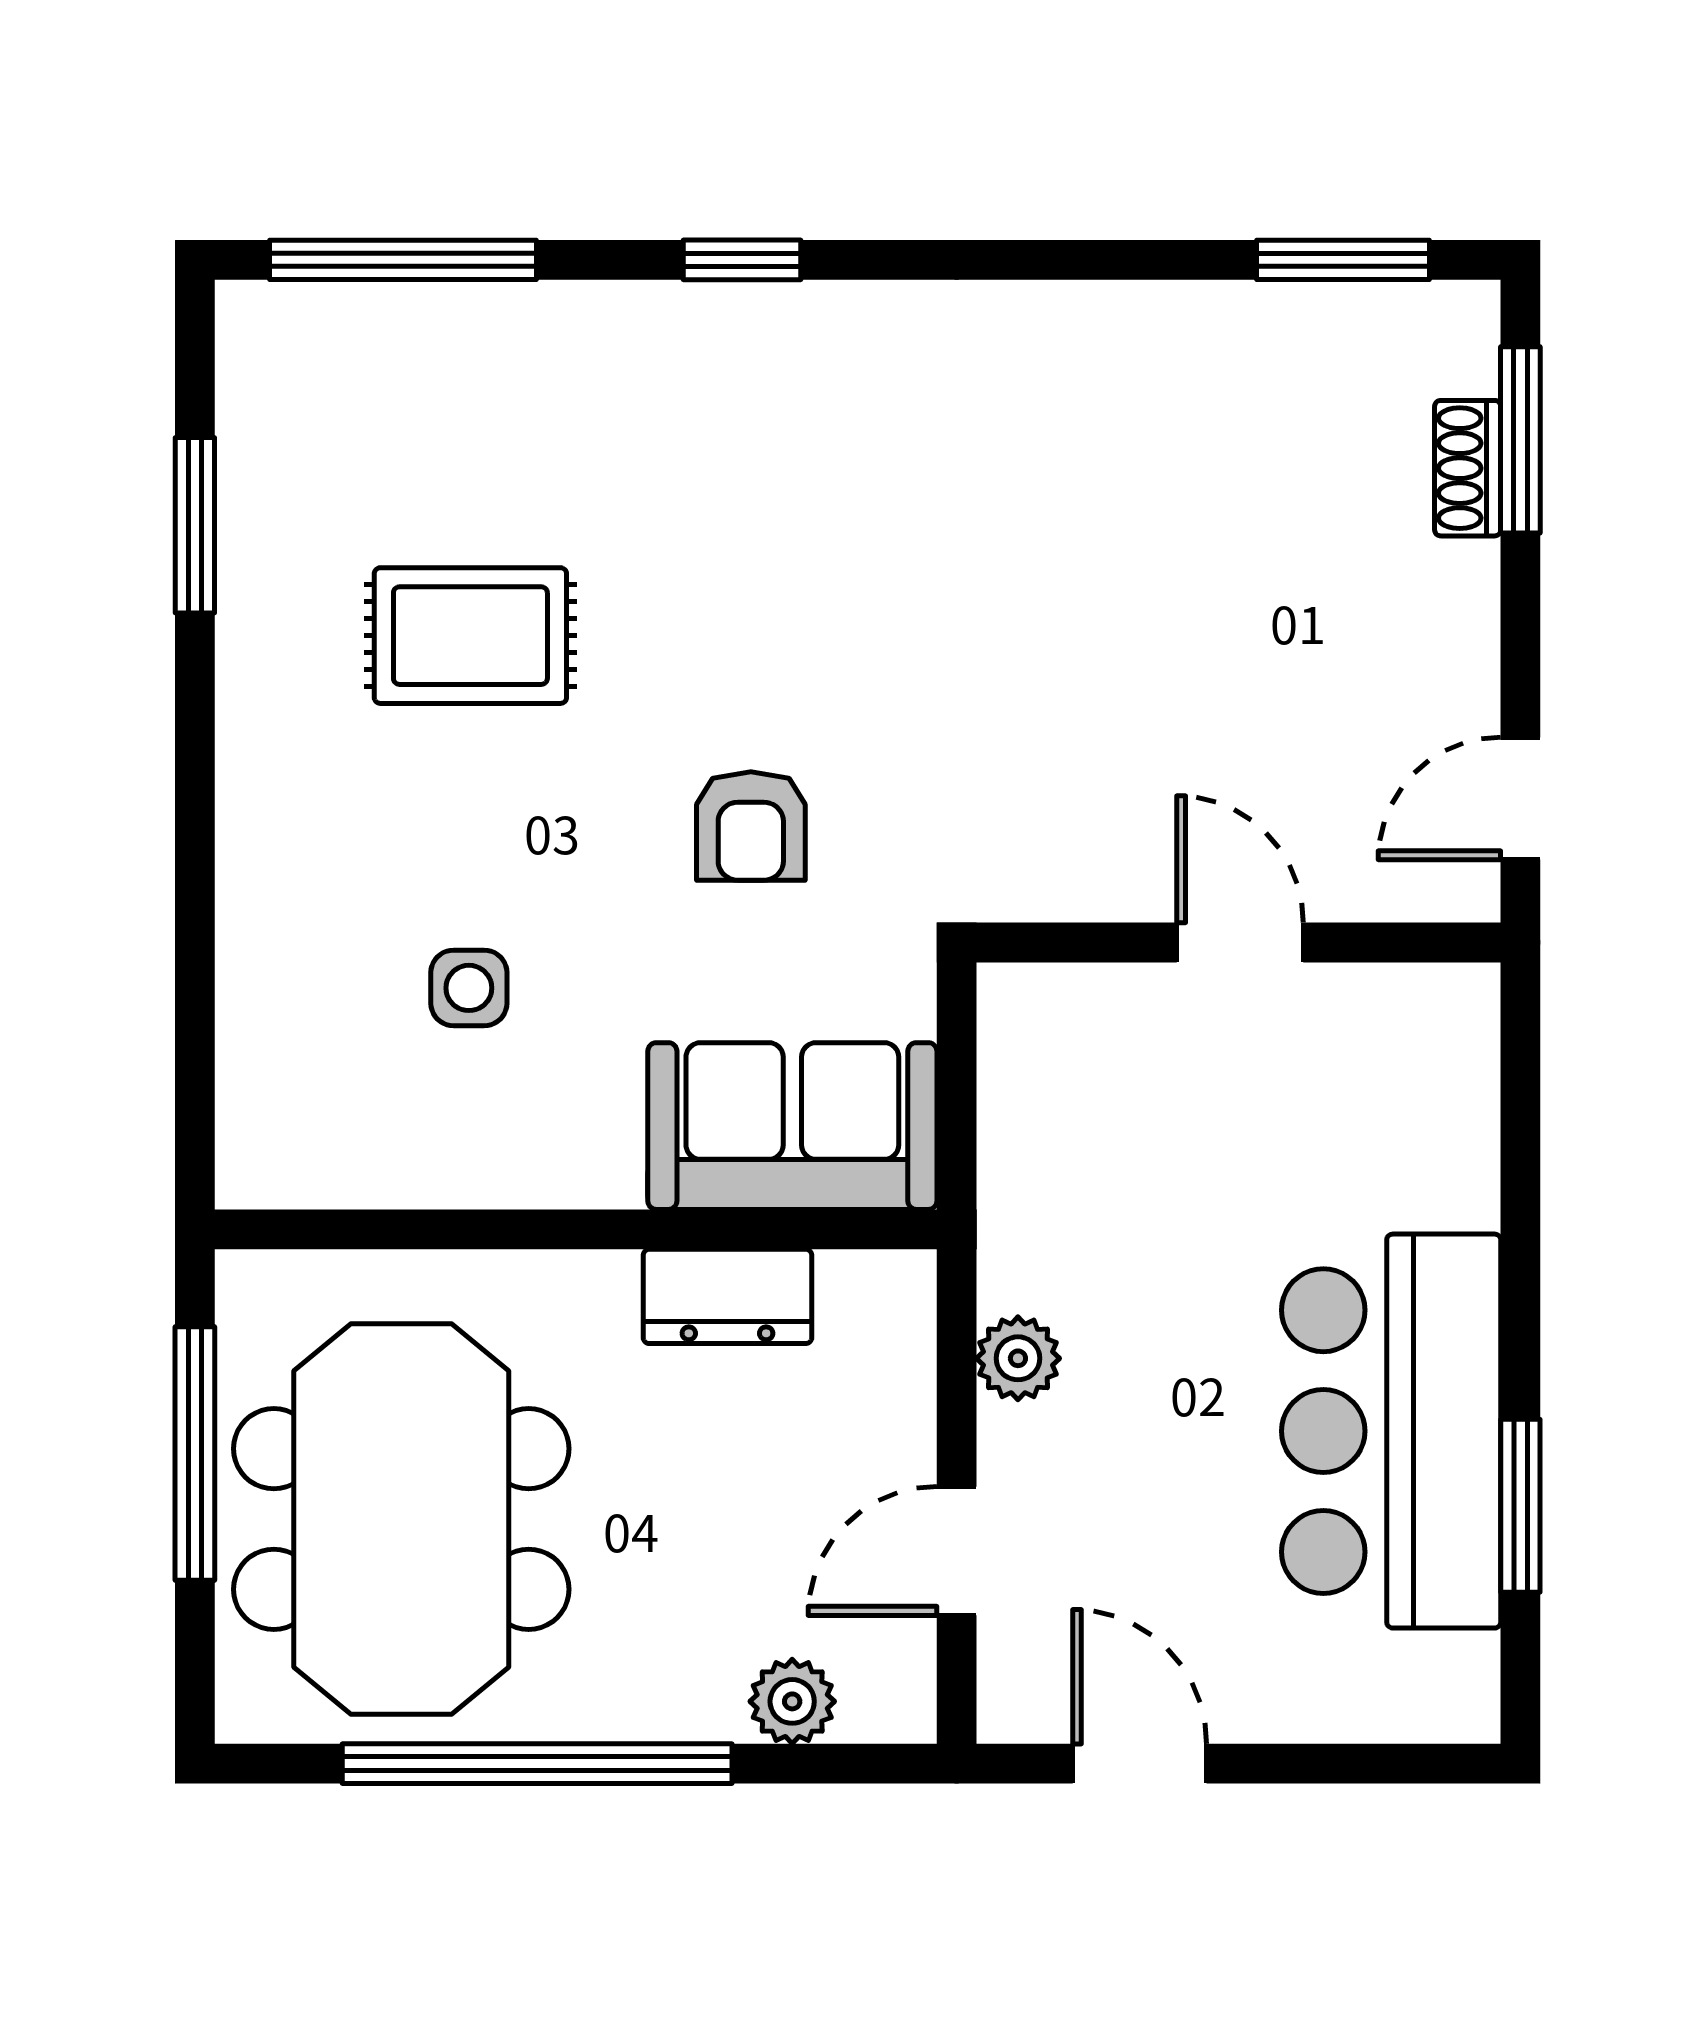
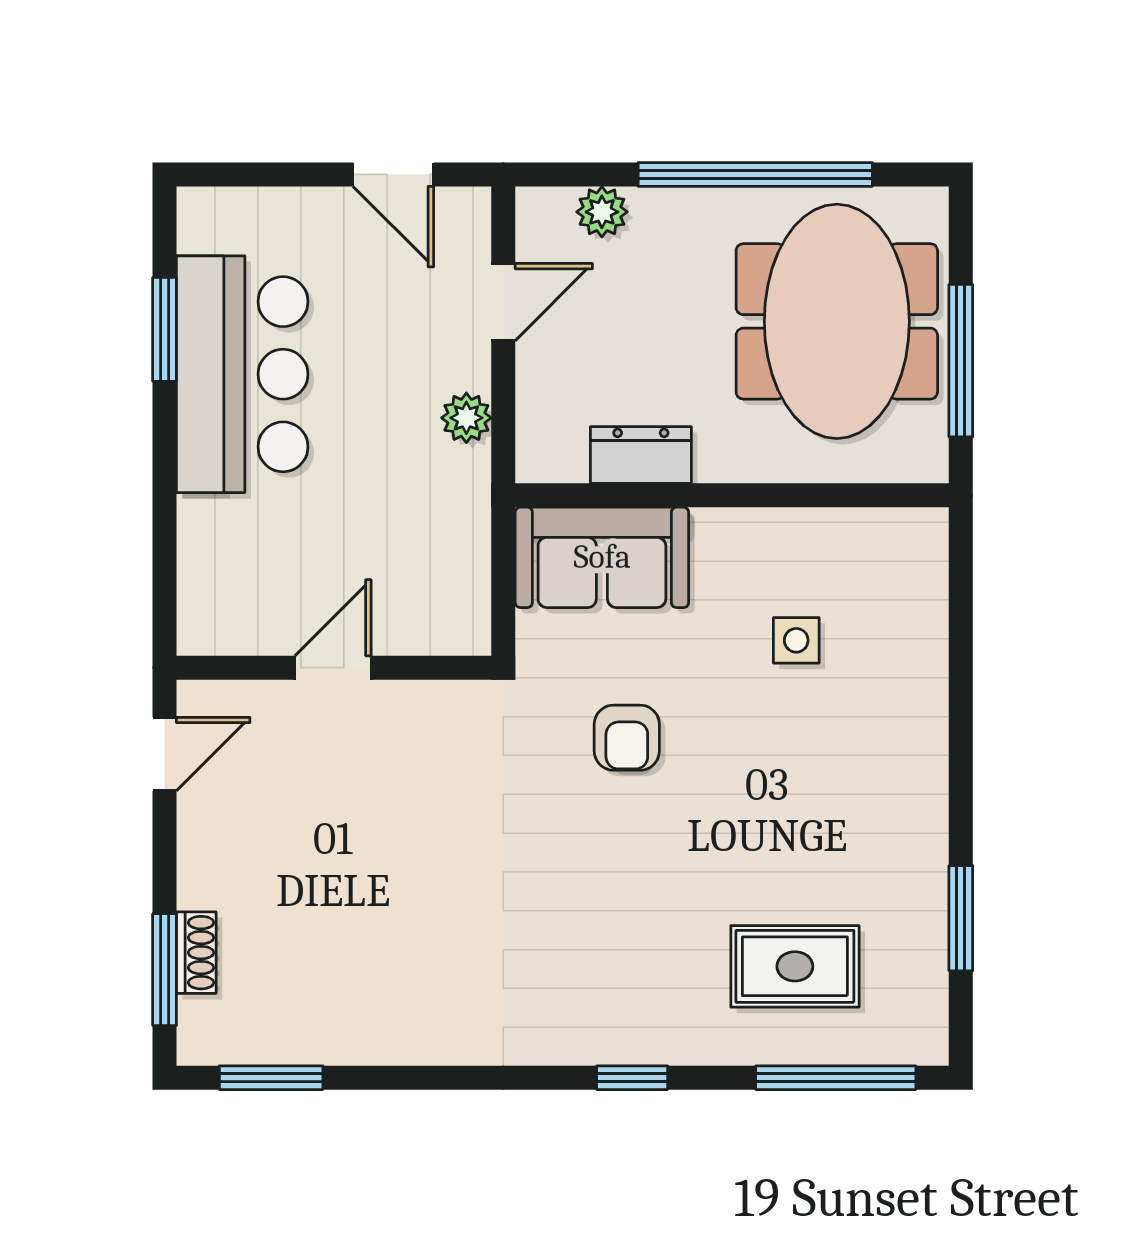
rug: (470, 636) -> (795, 966), moved
armchair: (751, 826) -> (627, 738), turned 180
door: (1240, 942) -> (333, 668), swing flipped

